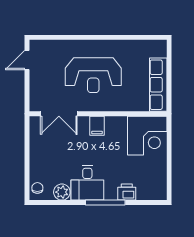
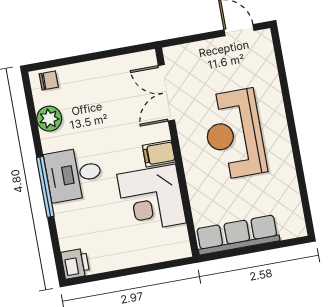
corner desk: (147, 136) -> (151, 199), moved
desk: (87, 183) -> (74, 174), moved
printer: (127, 192) -> (75, 264), moved

